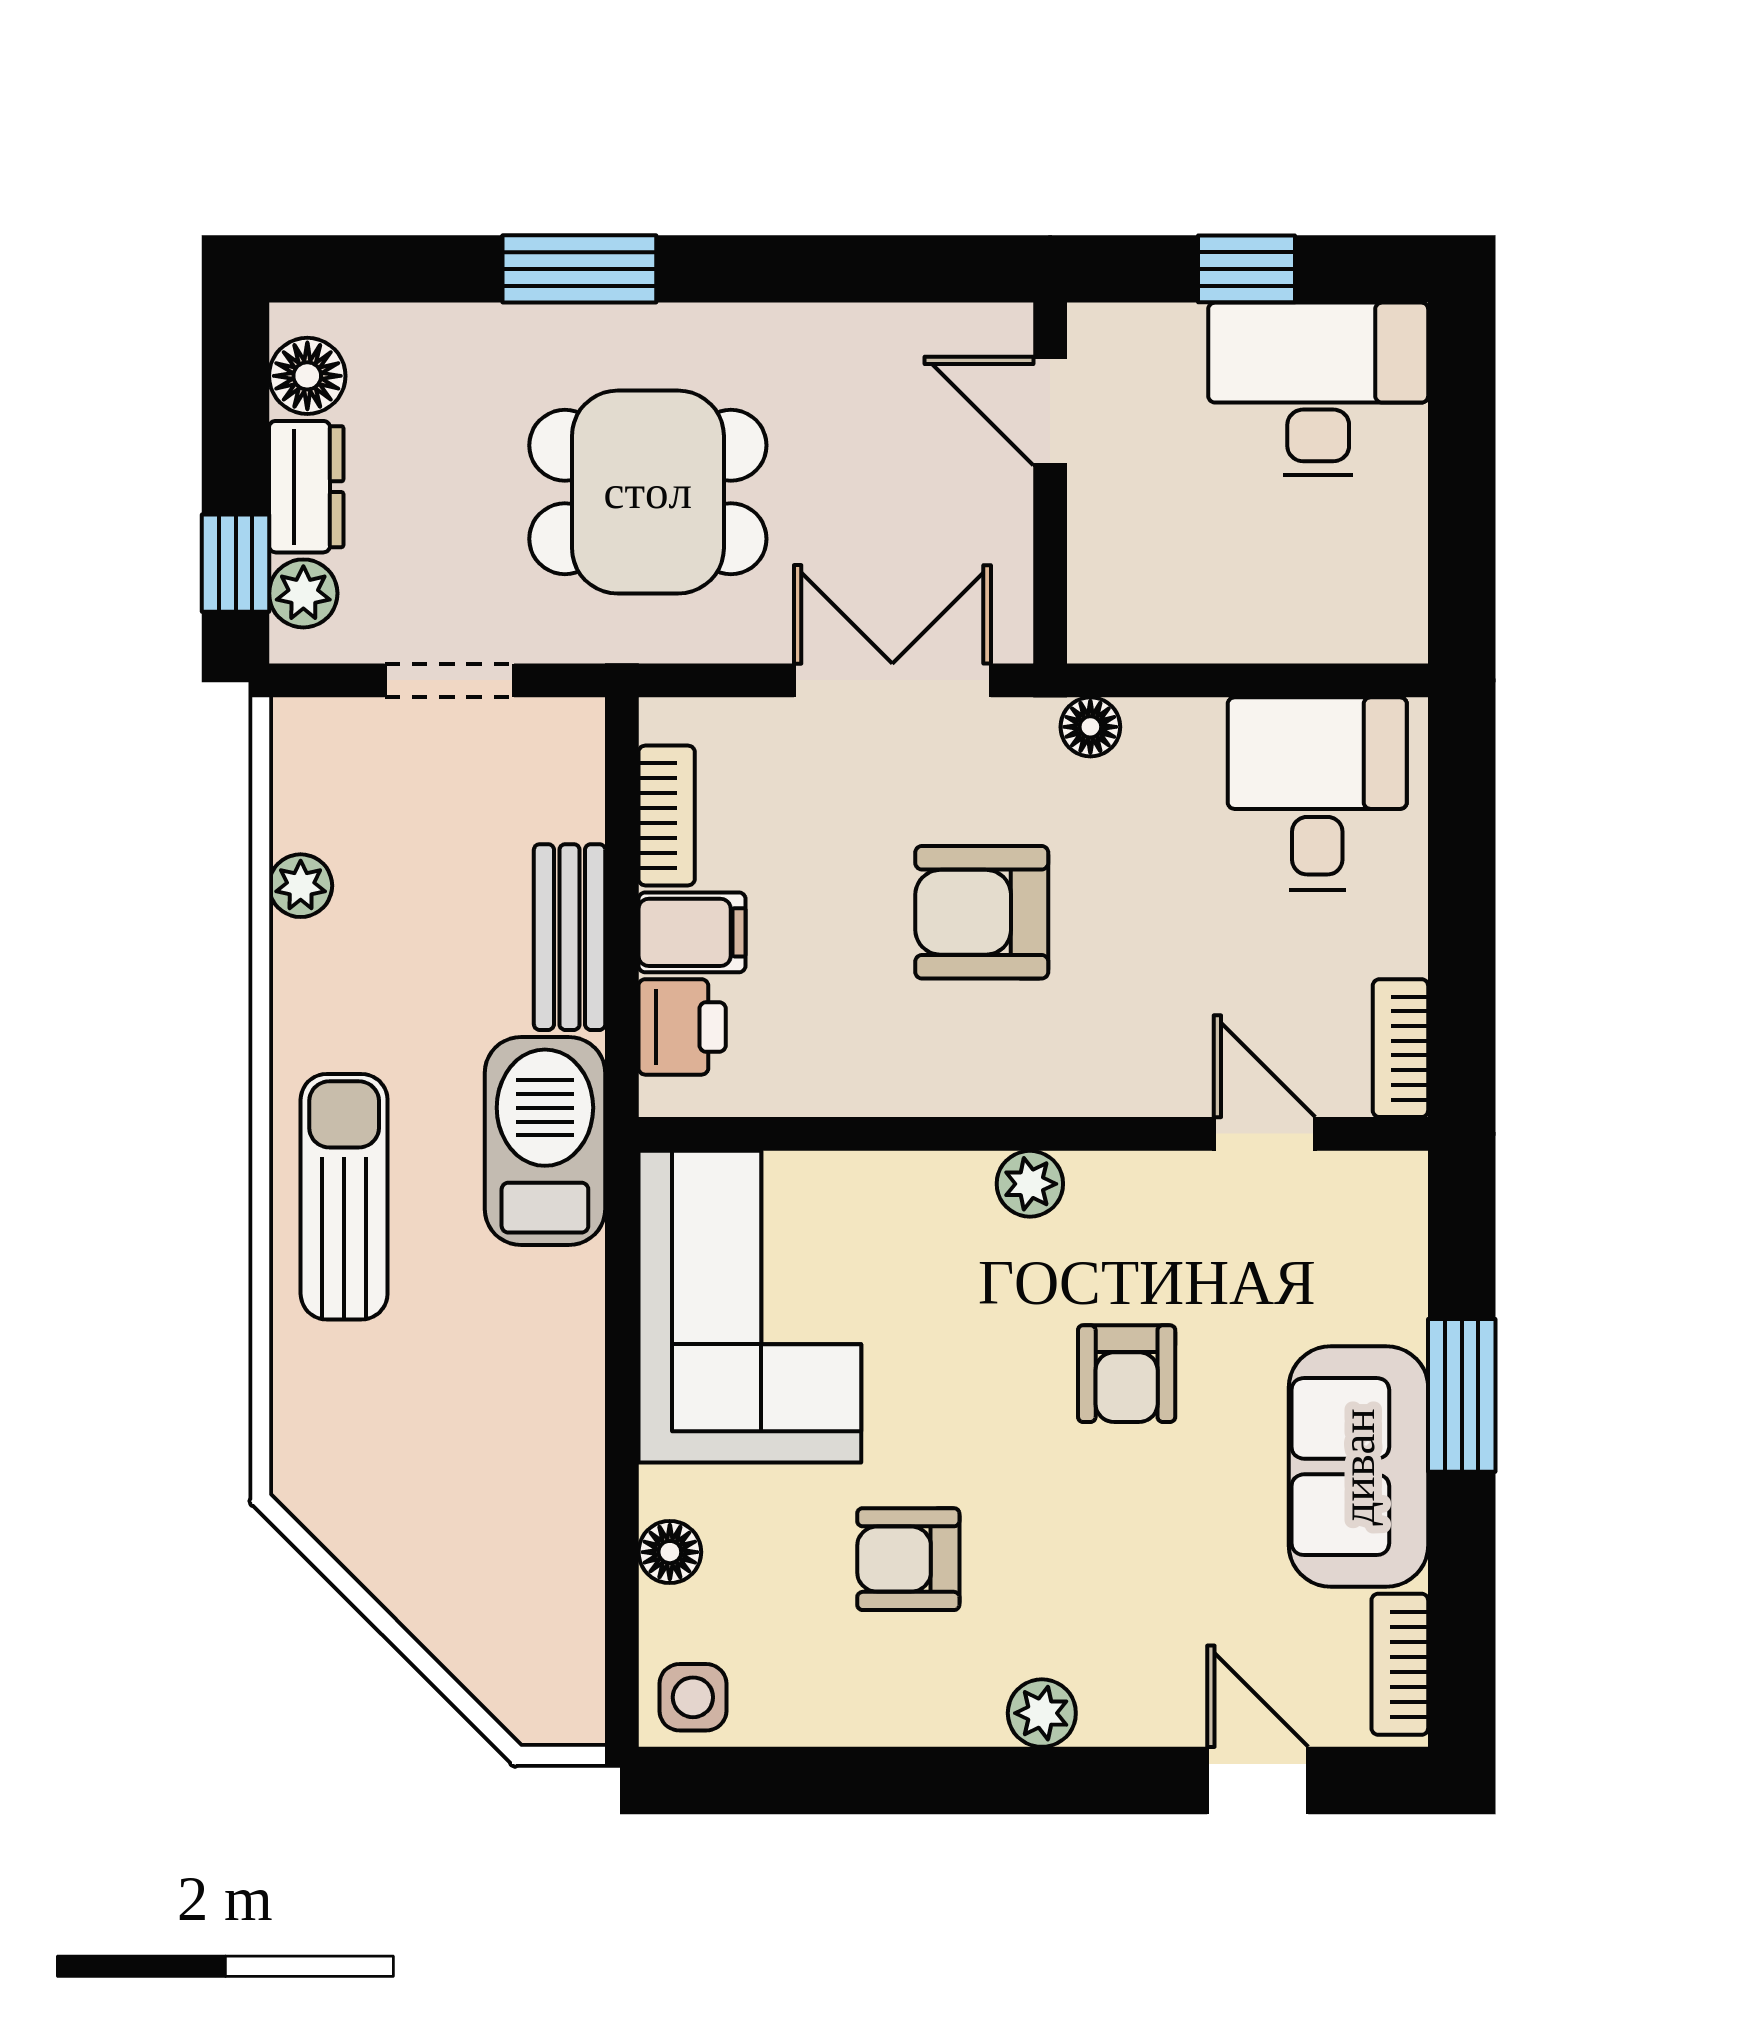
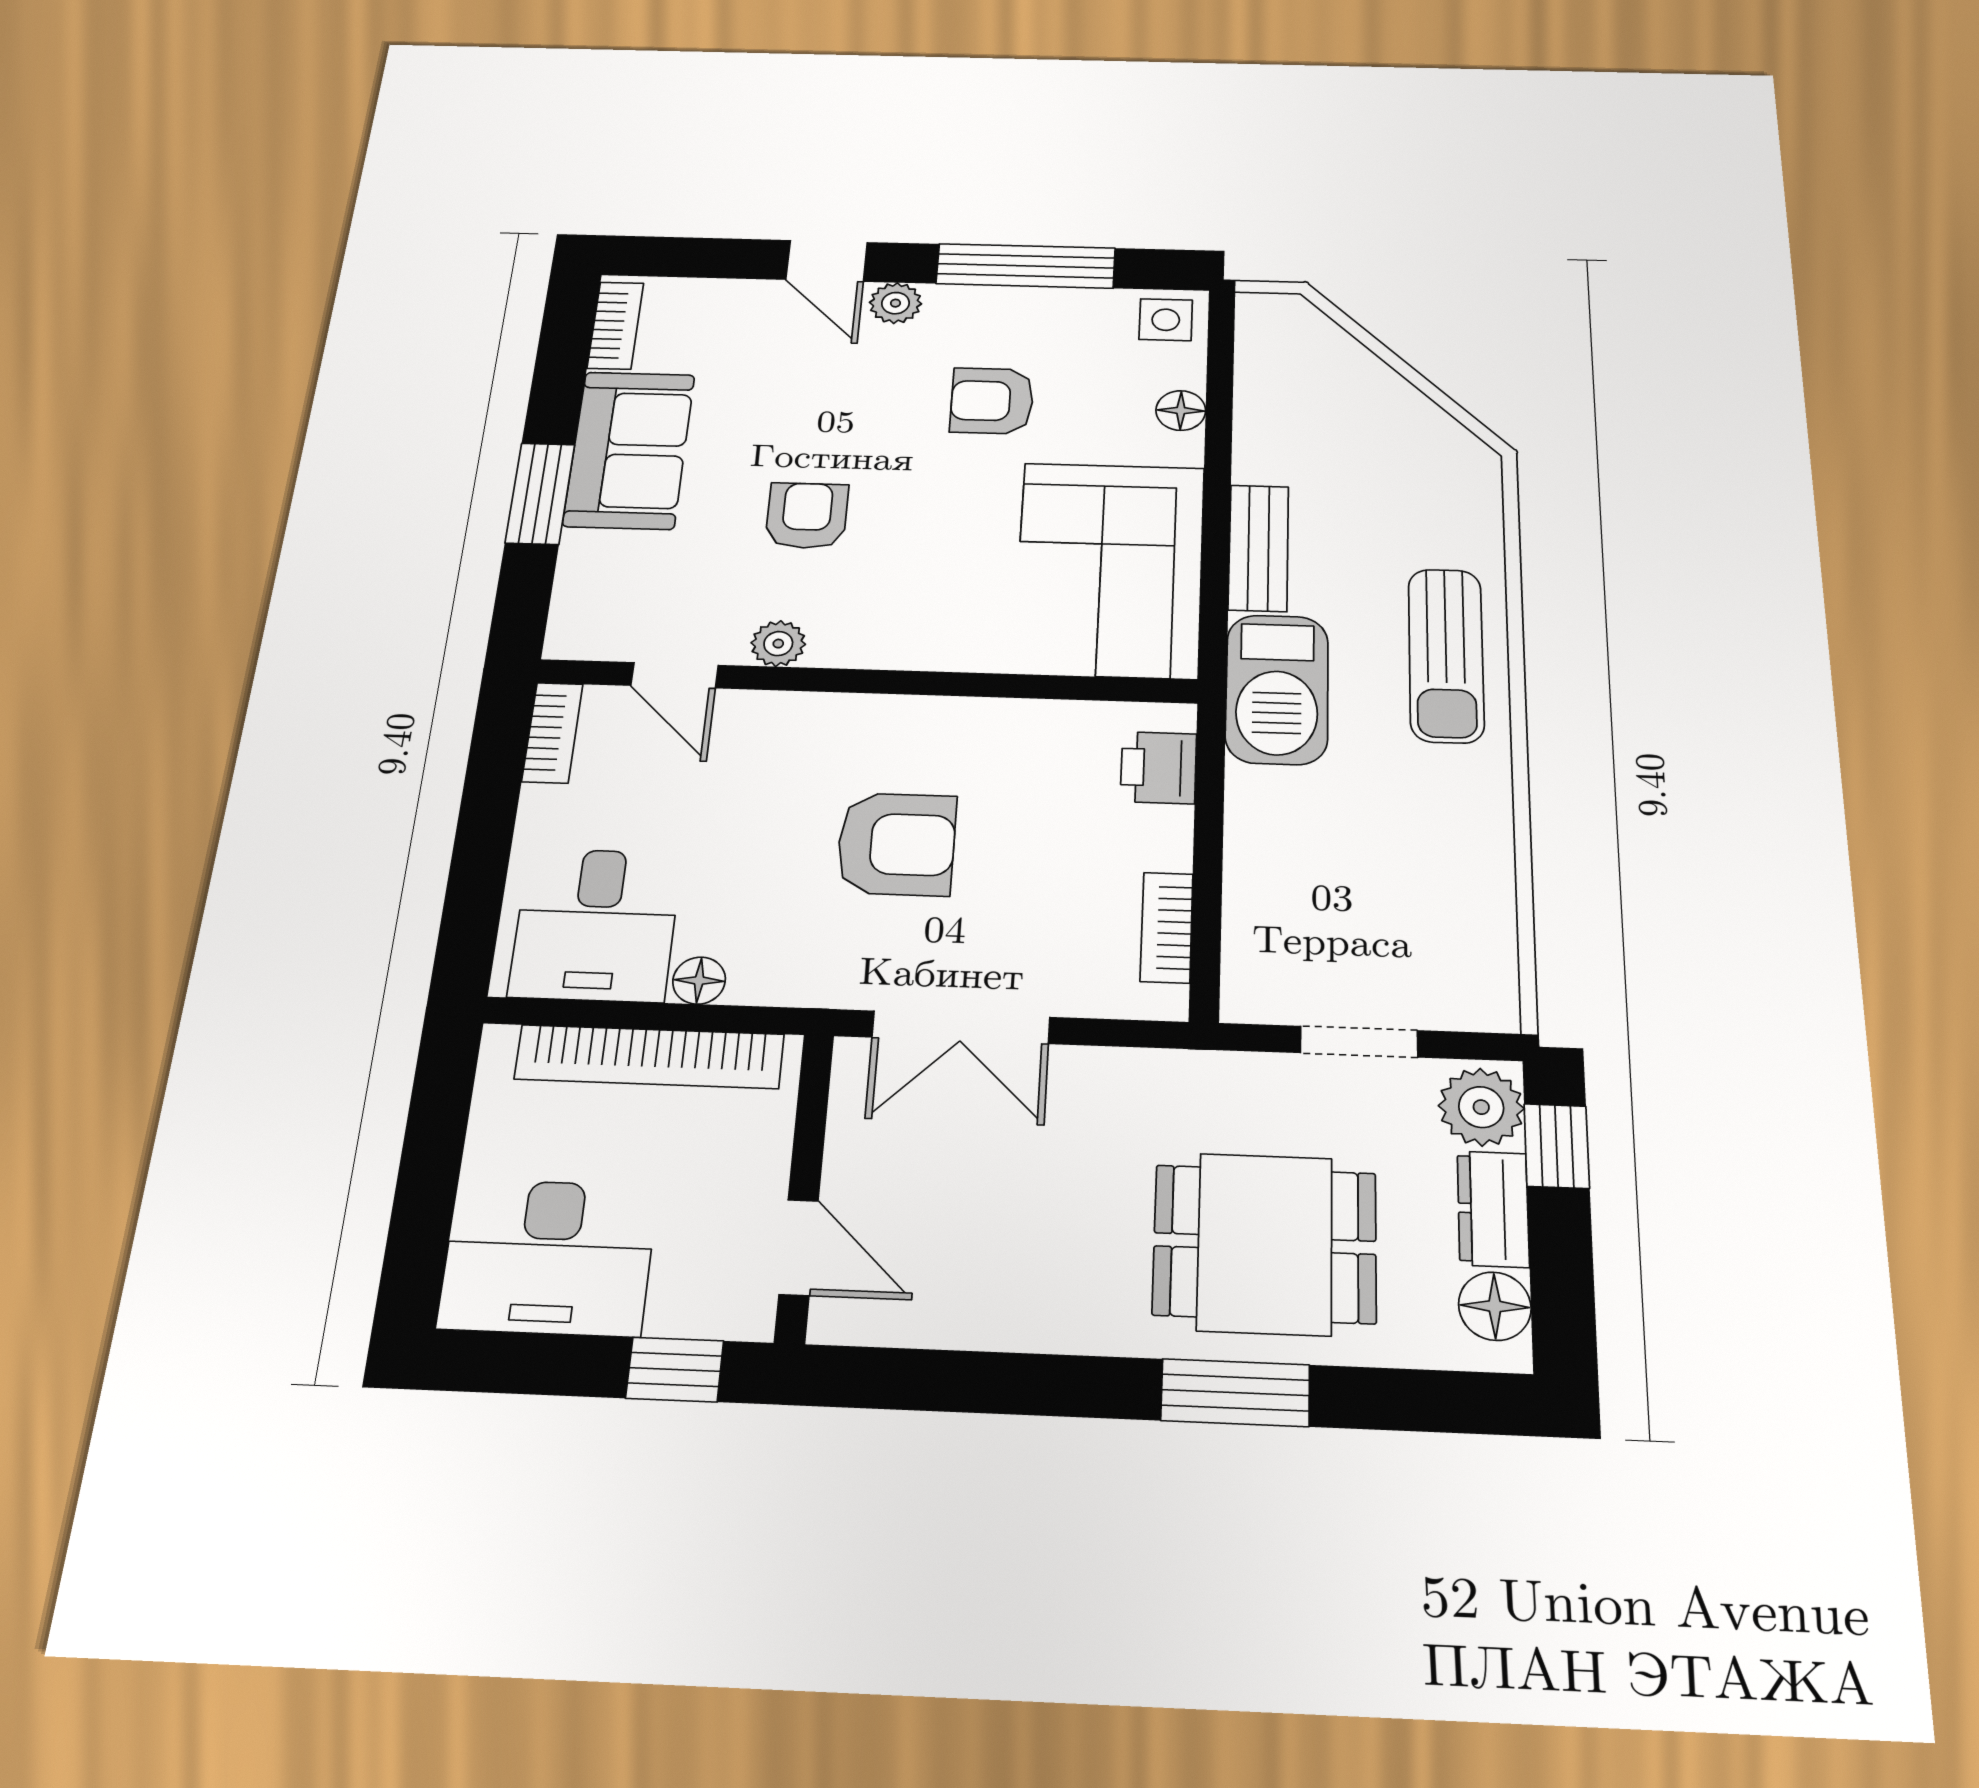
window: (1246, 269) -> (675, 1370), moved
dining table: (648, 492) -> (1265, 1244), moved
plant: (303, 593) -> (1481, 1107), width x1.38, depth x1.38
bookcase: (1237, 630) -> (650, 1057), added
floor lamp: (1090, 727) -> (699, 981), moved
plant: (301, 886) -> (1489, 884), removed
filing cabinet: (692, 932) -> (1147, 837), removed
bench: (570, 937) -> (1259, 548), moved
plant: (1030, 1184) -> (778, 644), moved
armchair: (908, 1559) -> (992, 401), turned 180
window: (877, 1781) -> (1026, 266), added
door: (1258, 1781) -> (827, 261), moved

